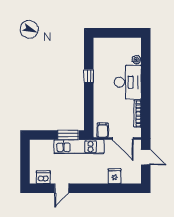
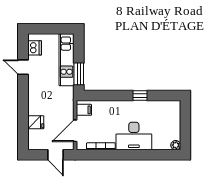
plant: (136, 60) -> (176, 145), moved
kitchen unit: (79, 147) -> (67, 60), moved
door: (146, 157) -> (55, 155), hinge flipped

